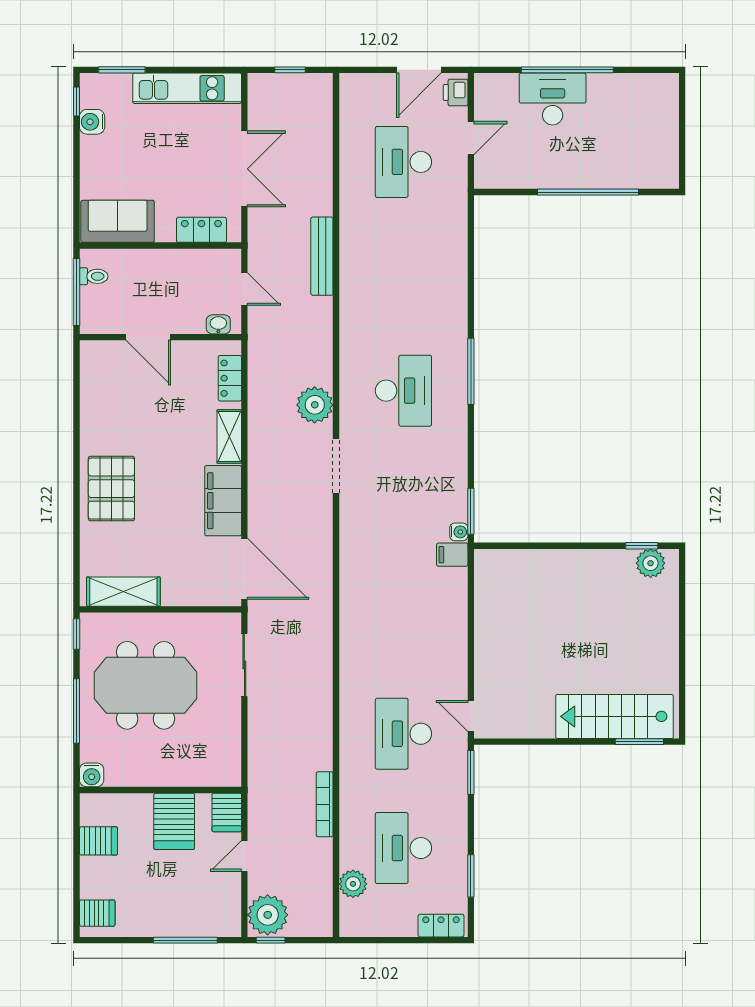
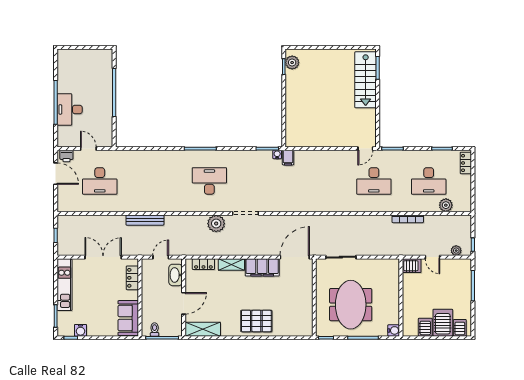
washbasin: (218, 324) -> (176, 275), width x1.91, depth x1.45
shelving: (123, 592) -> (203, 329), moved, turned 90
server rack: (174, 821) -> (443, 323), moved, turned -90
plant: (268, 915) -> (456, 251), width x0.53, depth x0.53

